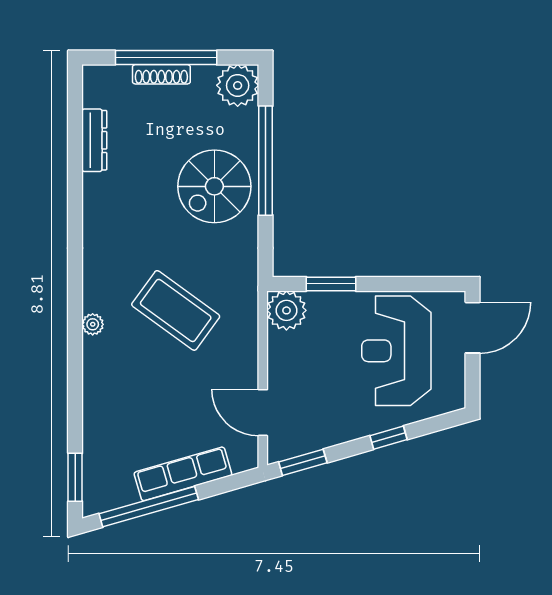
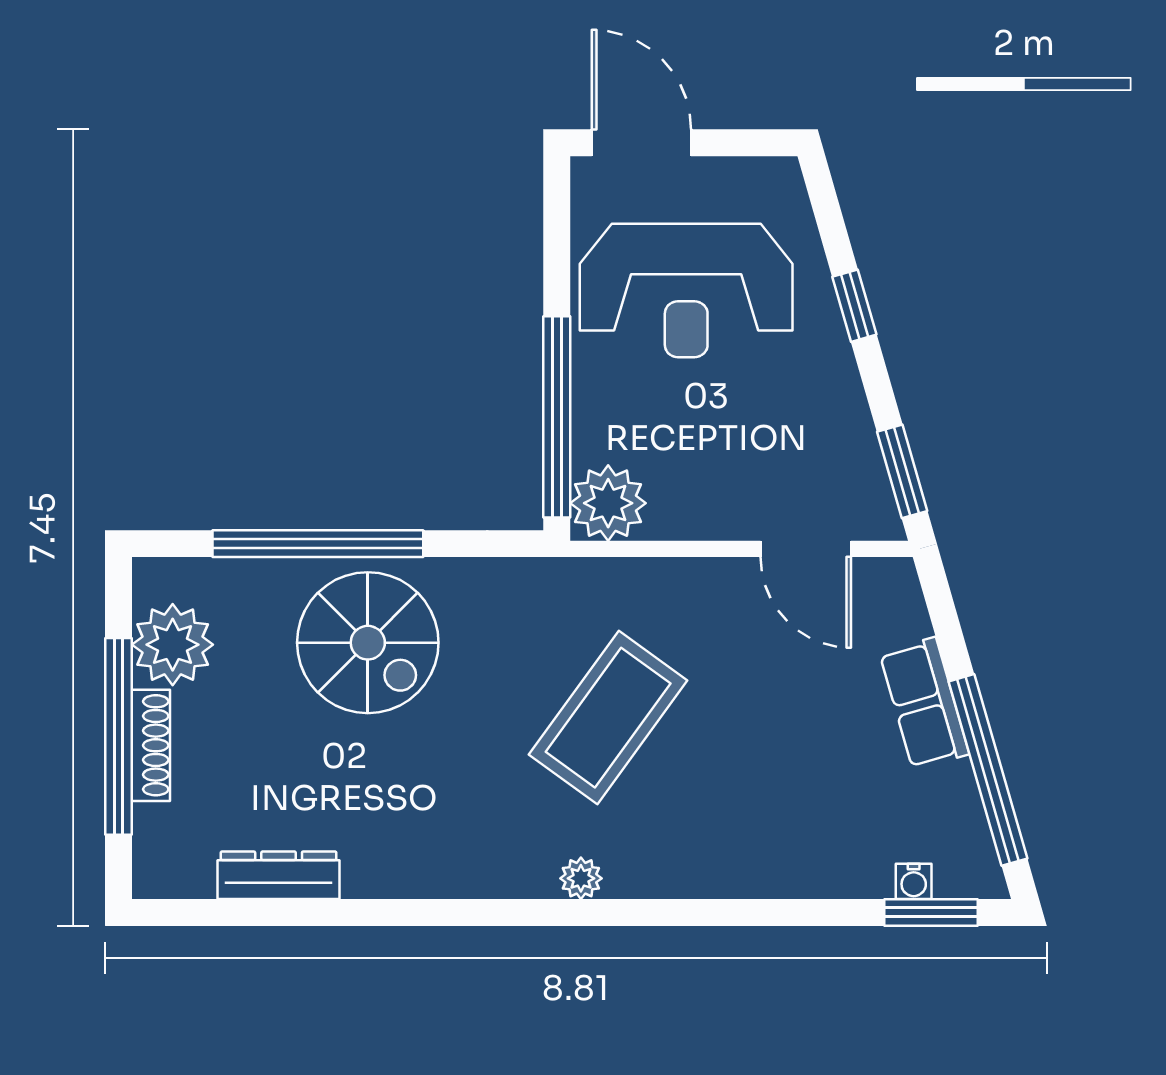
plant: (238, 85) -> (173, 645), moved
window: (331, 284) -> (557, 417), width x2.11
plant: (93, 324) -> (581, 878), moved
door: (263, 413) -> (806, 549), hinge flipped
water cooler: (91, 468) -> (914, 881), added
row of seats: (183, 474) -> (924, 704), width x0.68

